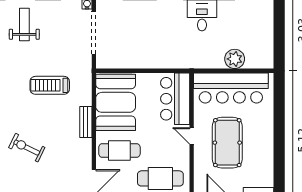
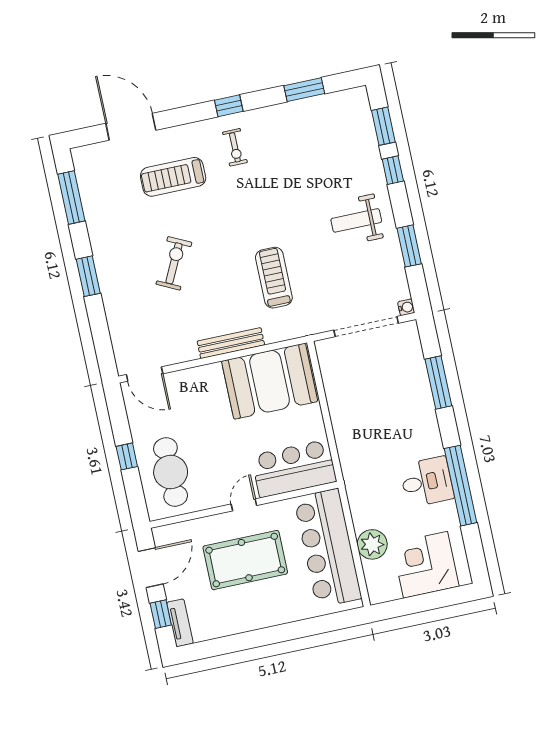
weight bench: (24, 25) -> (356, 220), turned 180
corner desk: (255, 27) -> (425, 565), added
bench: (86, 122) -> (231, 343), width x1.36
cafe table: (119, 151) -> (199, 402), removed

